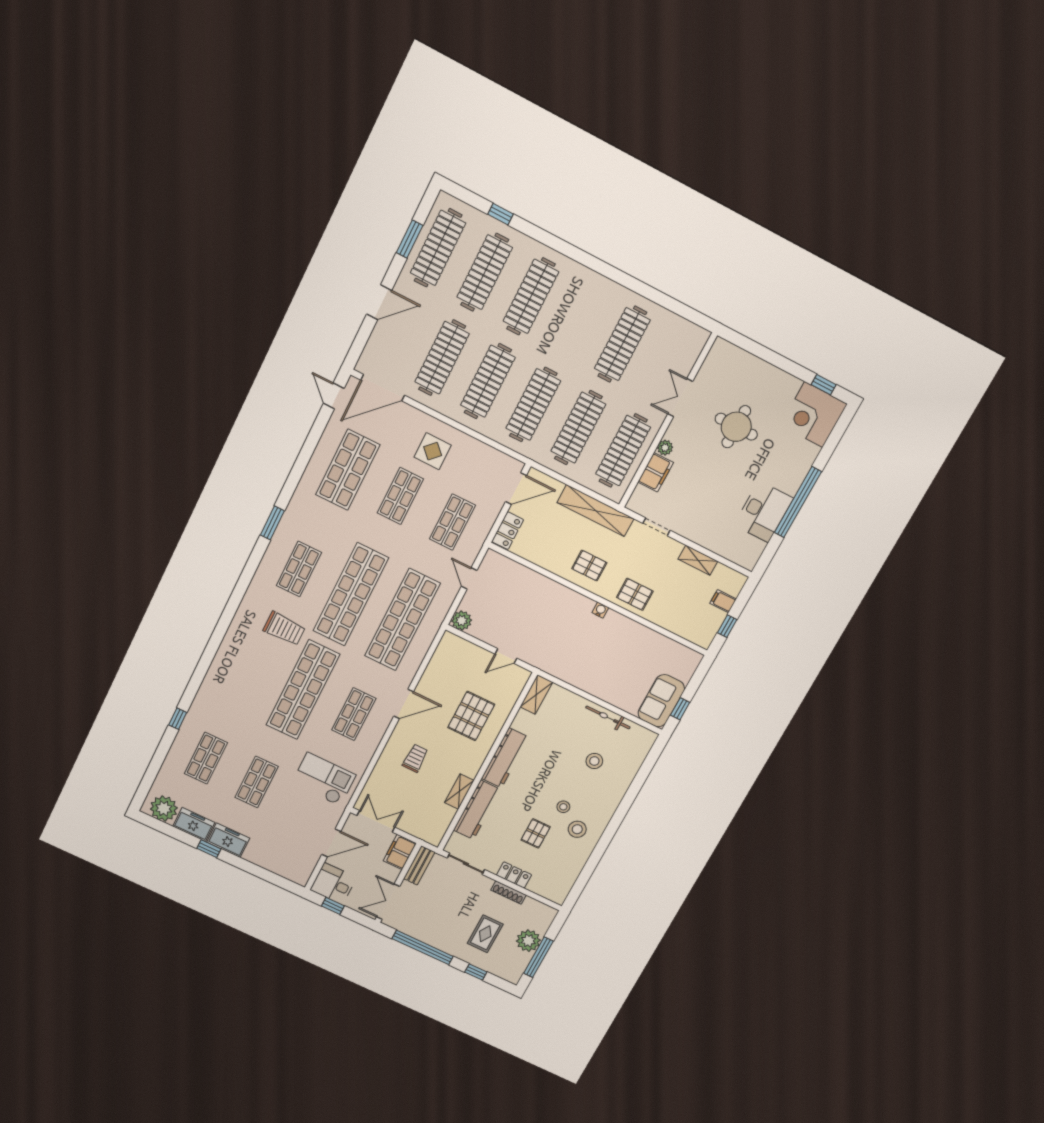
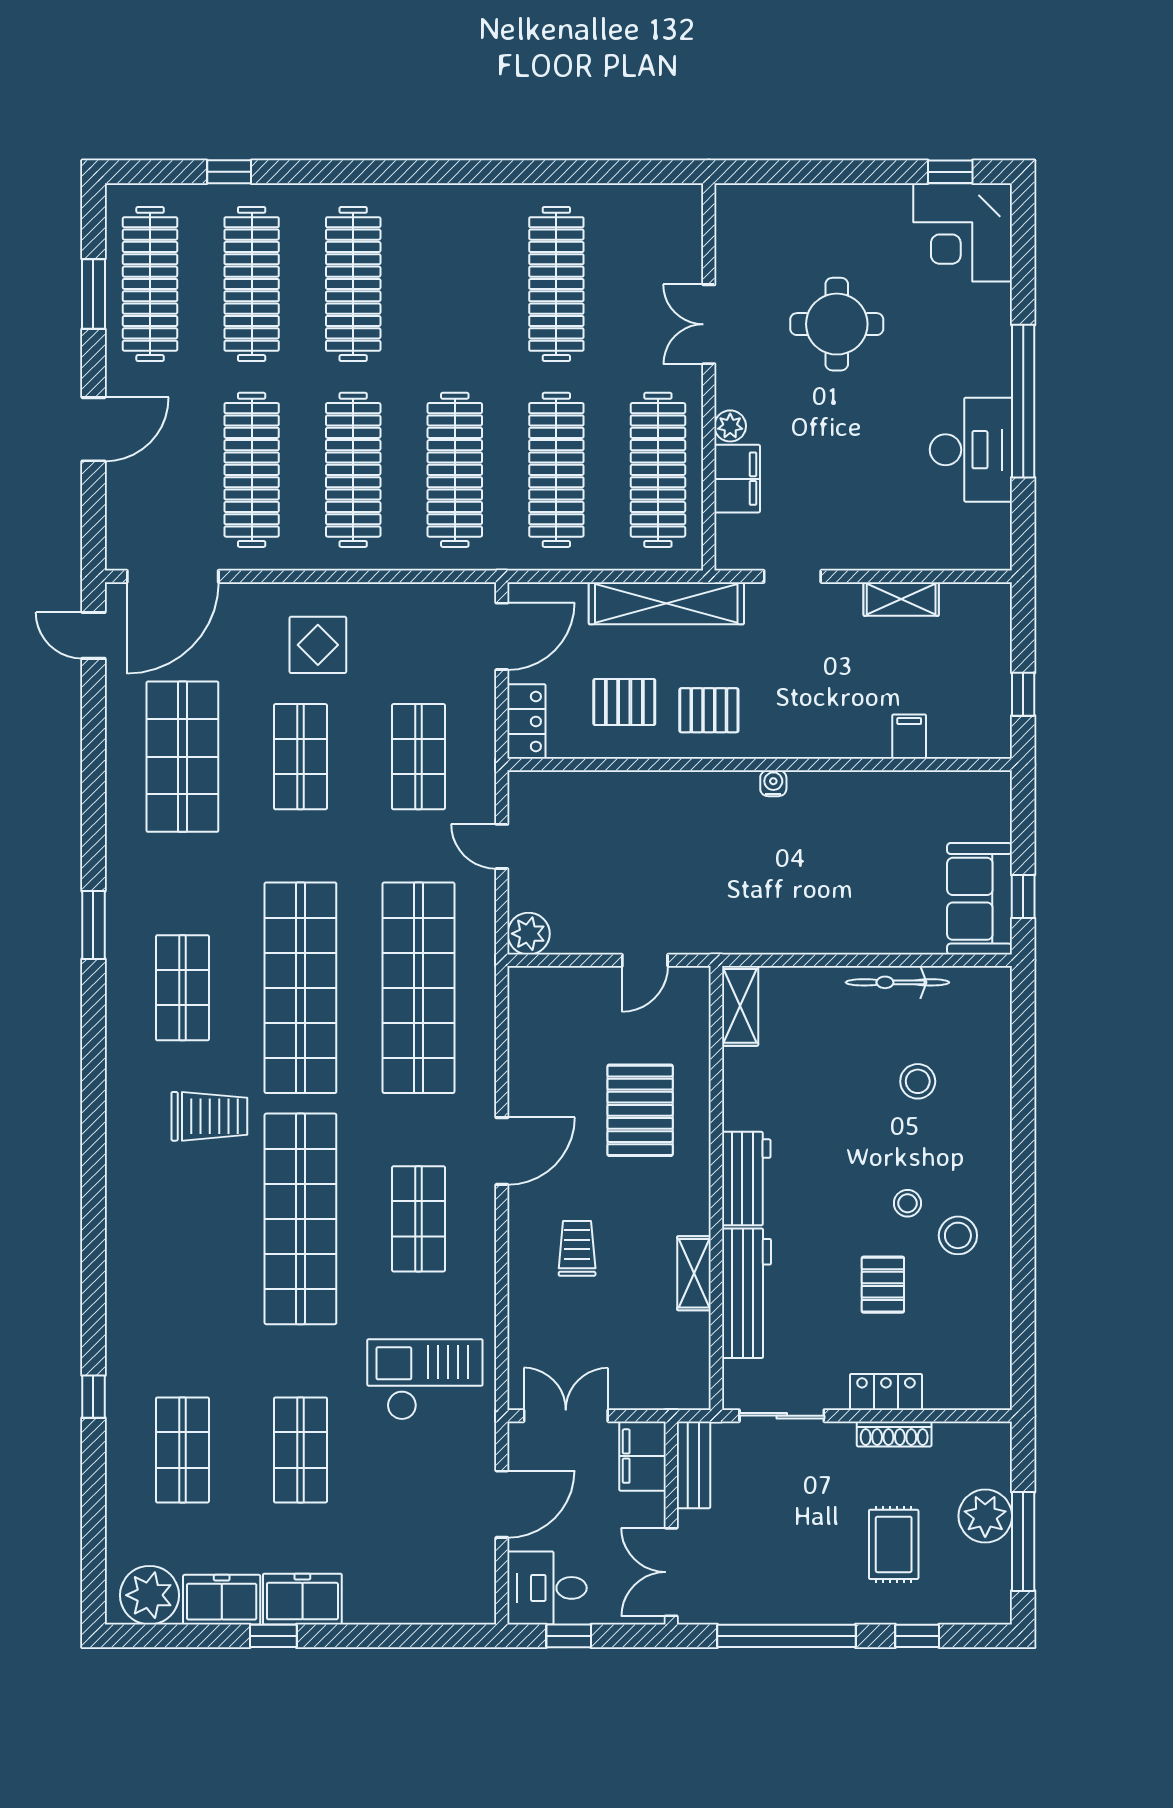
pallet: (635, 594) -> (624, 702), moved
filing cabinet: (723, 601) -> (909, 737), moved, turned 90
workbench: (505, 758) -> (746, 1179), width x0.73

